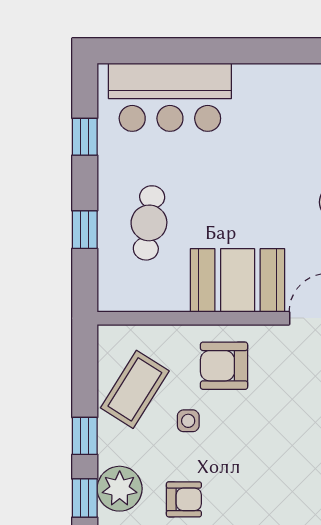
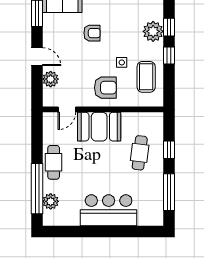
bar counter: (170, 97) -> (109, 210), moved
window: (85, 137) -> (169, 192), width x2.17
coffee table: (135, 389) -> (146, 77), turned -32
armchair: (184, 499) -> (92, 33), moved, turned 180

